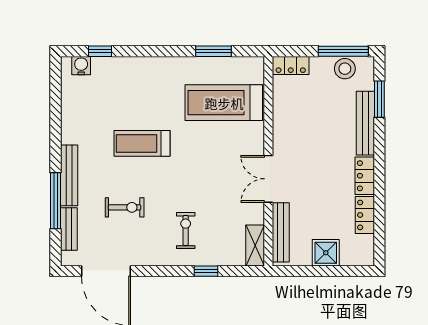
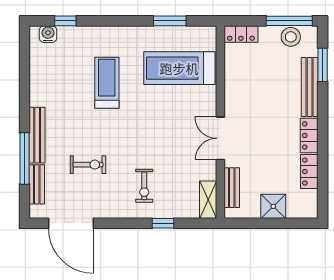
treadmill: (142, 143) -> (107, 83), moved, turned 90
exercise bike: (186, 230) -> (144, 186), turned 180
bench: (281, 232) -> (232, 188), width x0.73

